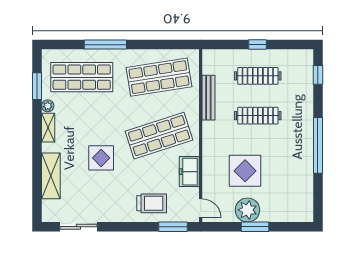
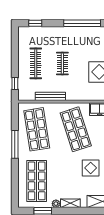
window: (105, 45) -> (15, 144), moved
window: (258, 45) -> (15, 84), moved
clothes rail: (258, 116) -> (62, 63), width x0.73

